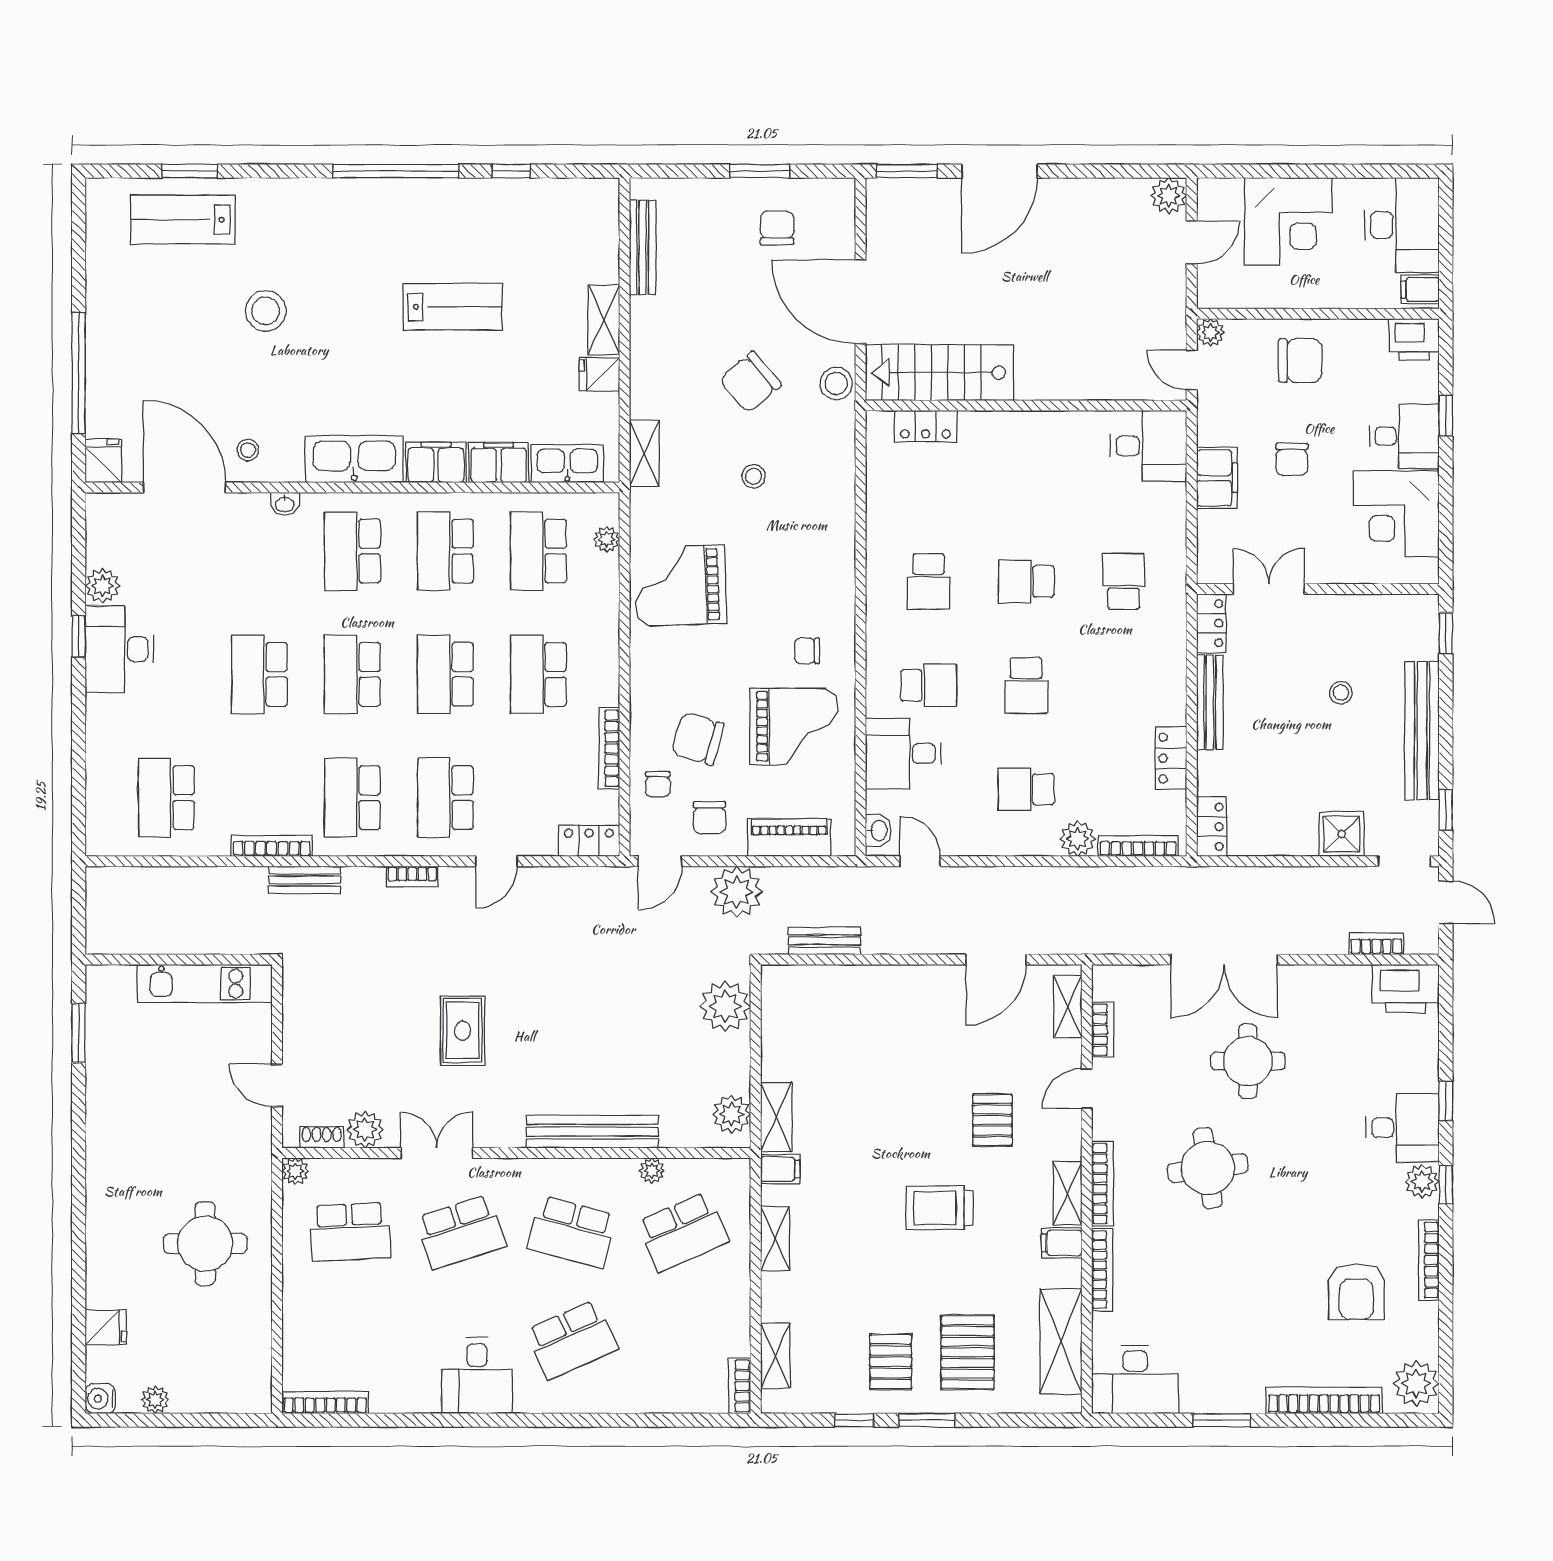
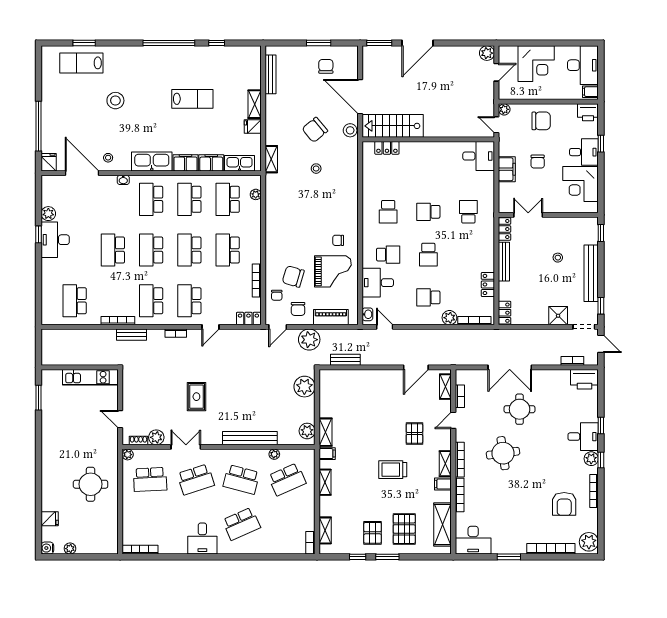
grand piano: (680, 585) -> (286, 213), removed

